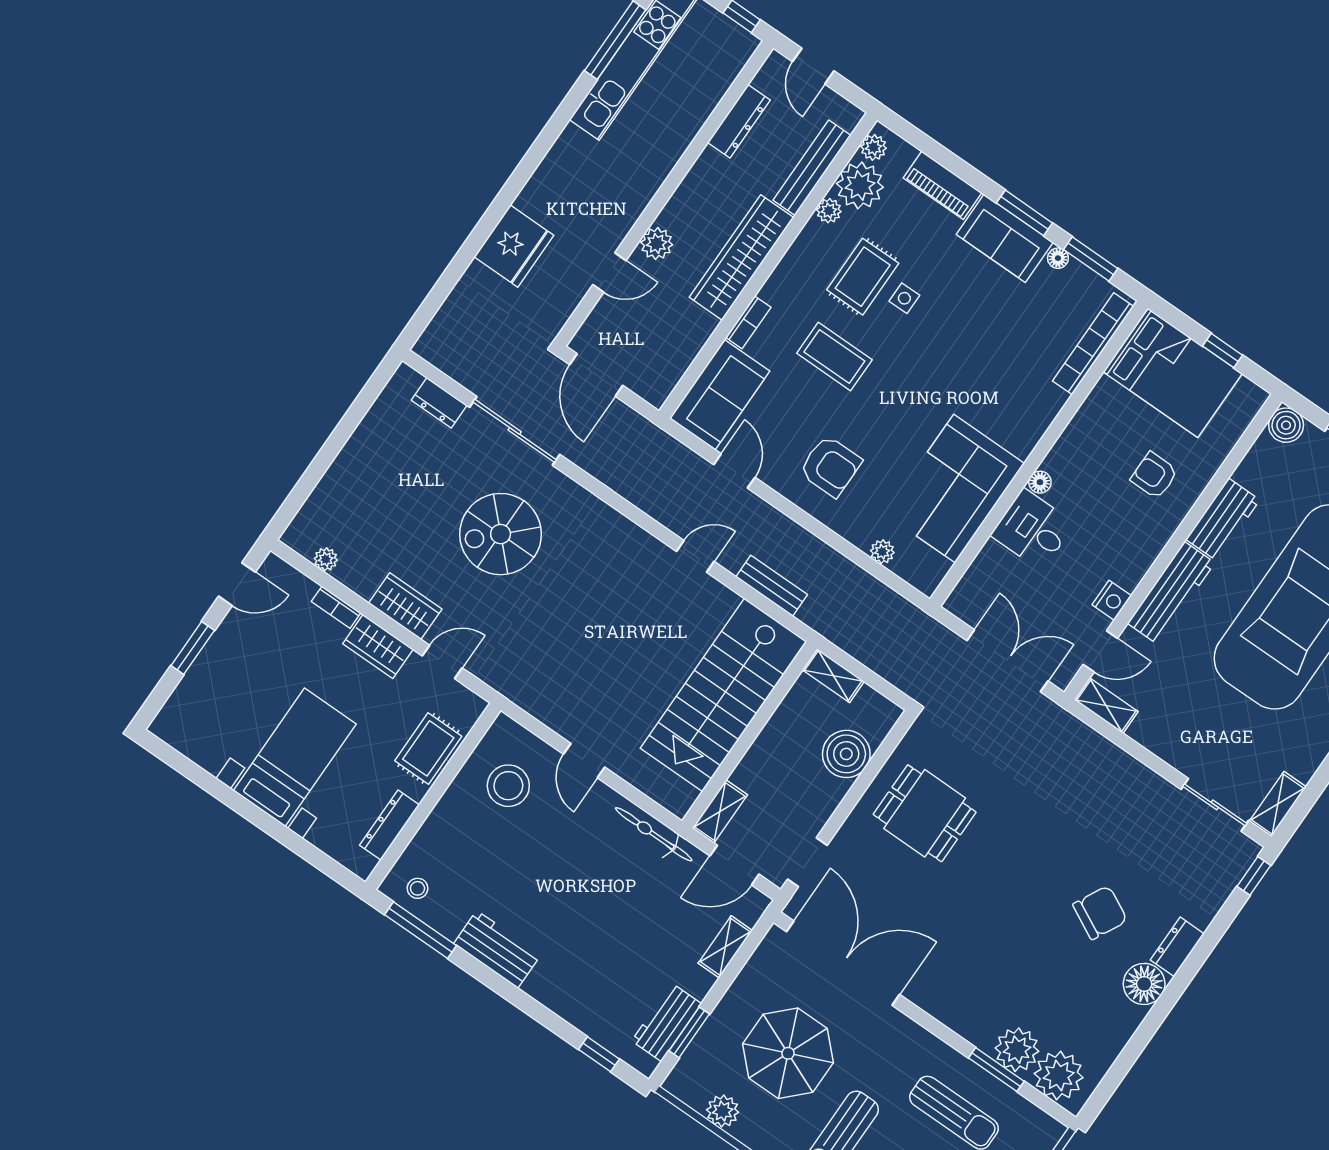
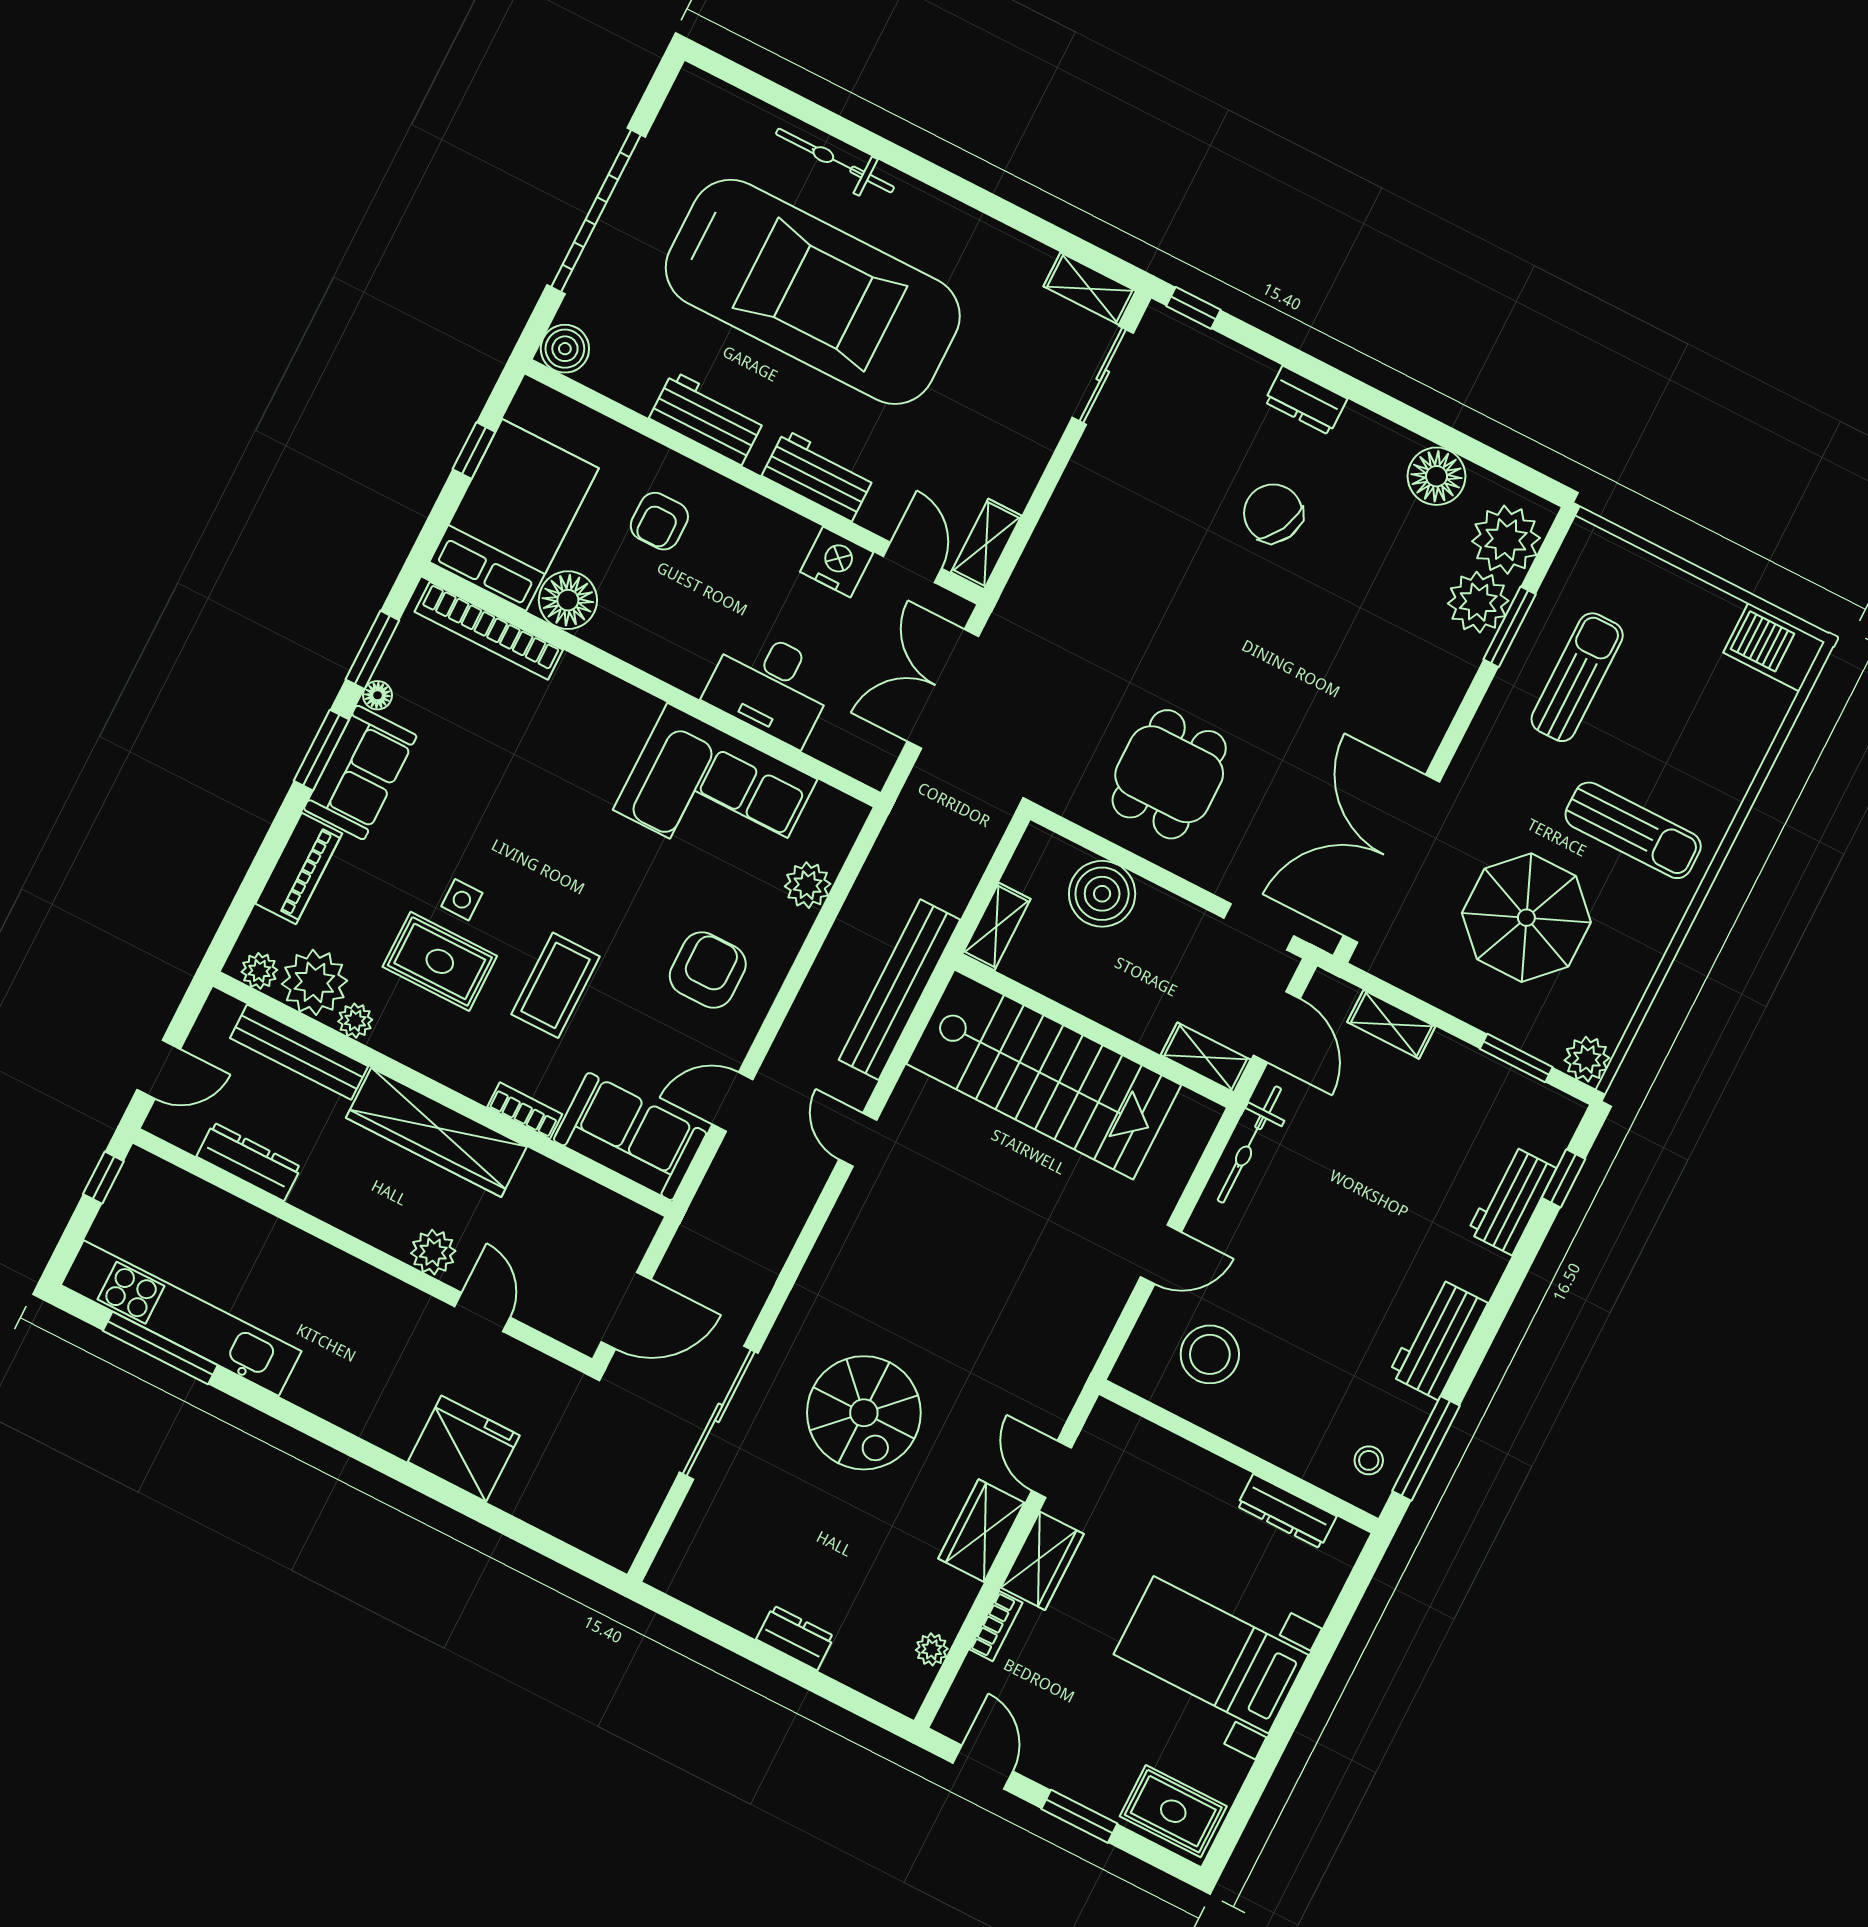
dresser: (439, 403) -> (795, 1638), moved, turned -90
floor lamp: (1040, 482) -> (568, 600), moved, width x1.89, depth x1.89
desk: (1032, 529) -> (770, 686), width x1.37
plant: (882, 552) -> (808, 885), width x1.38, depth x1.38
bench: (772, 586) -> (899, 990), width x1.86, depth x1.21
workbench: (1171, 593) -> (818, 475), width x0.73
nightstand: (1112, 600) -> (837, 562), width x1.36, depth x1.33
rug: (428, 748) -> (1173, 1811), moved
floor lamp: (1144, 984) -> (1436, 476), moved
workbench: (666, 1022) -> (1512, 1200), moved, turned 90
plant: (723, 1111) -> (1587, 1059), moved

